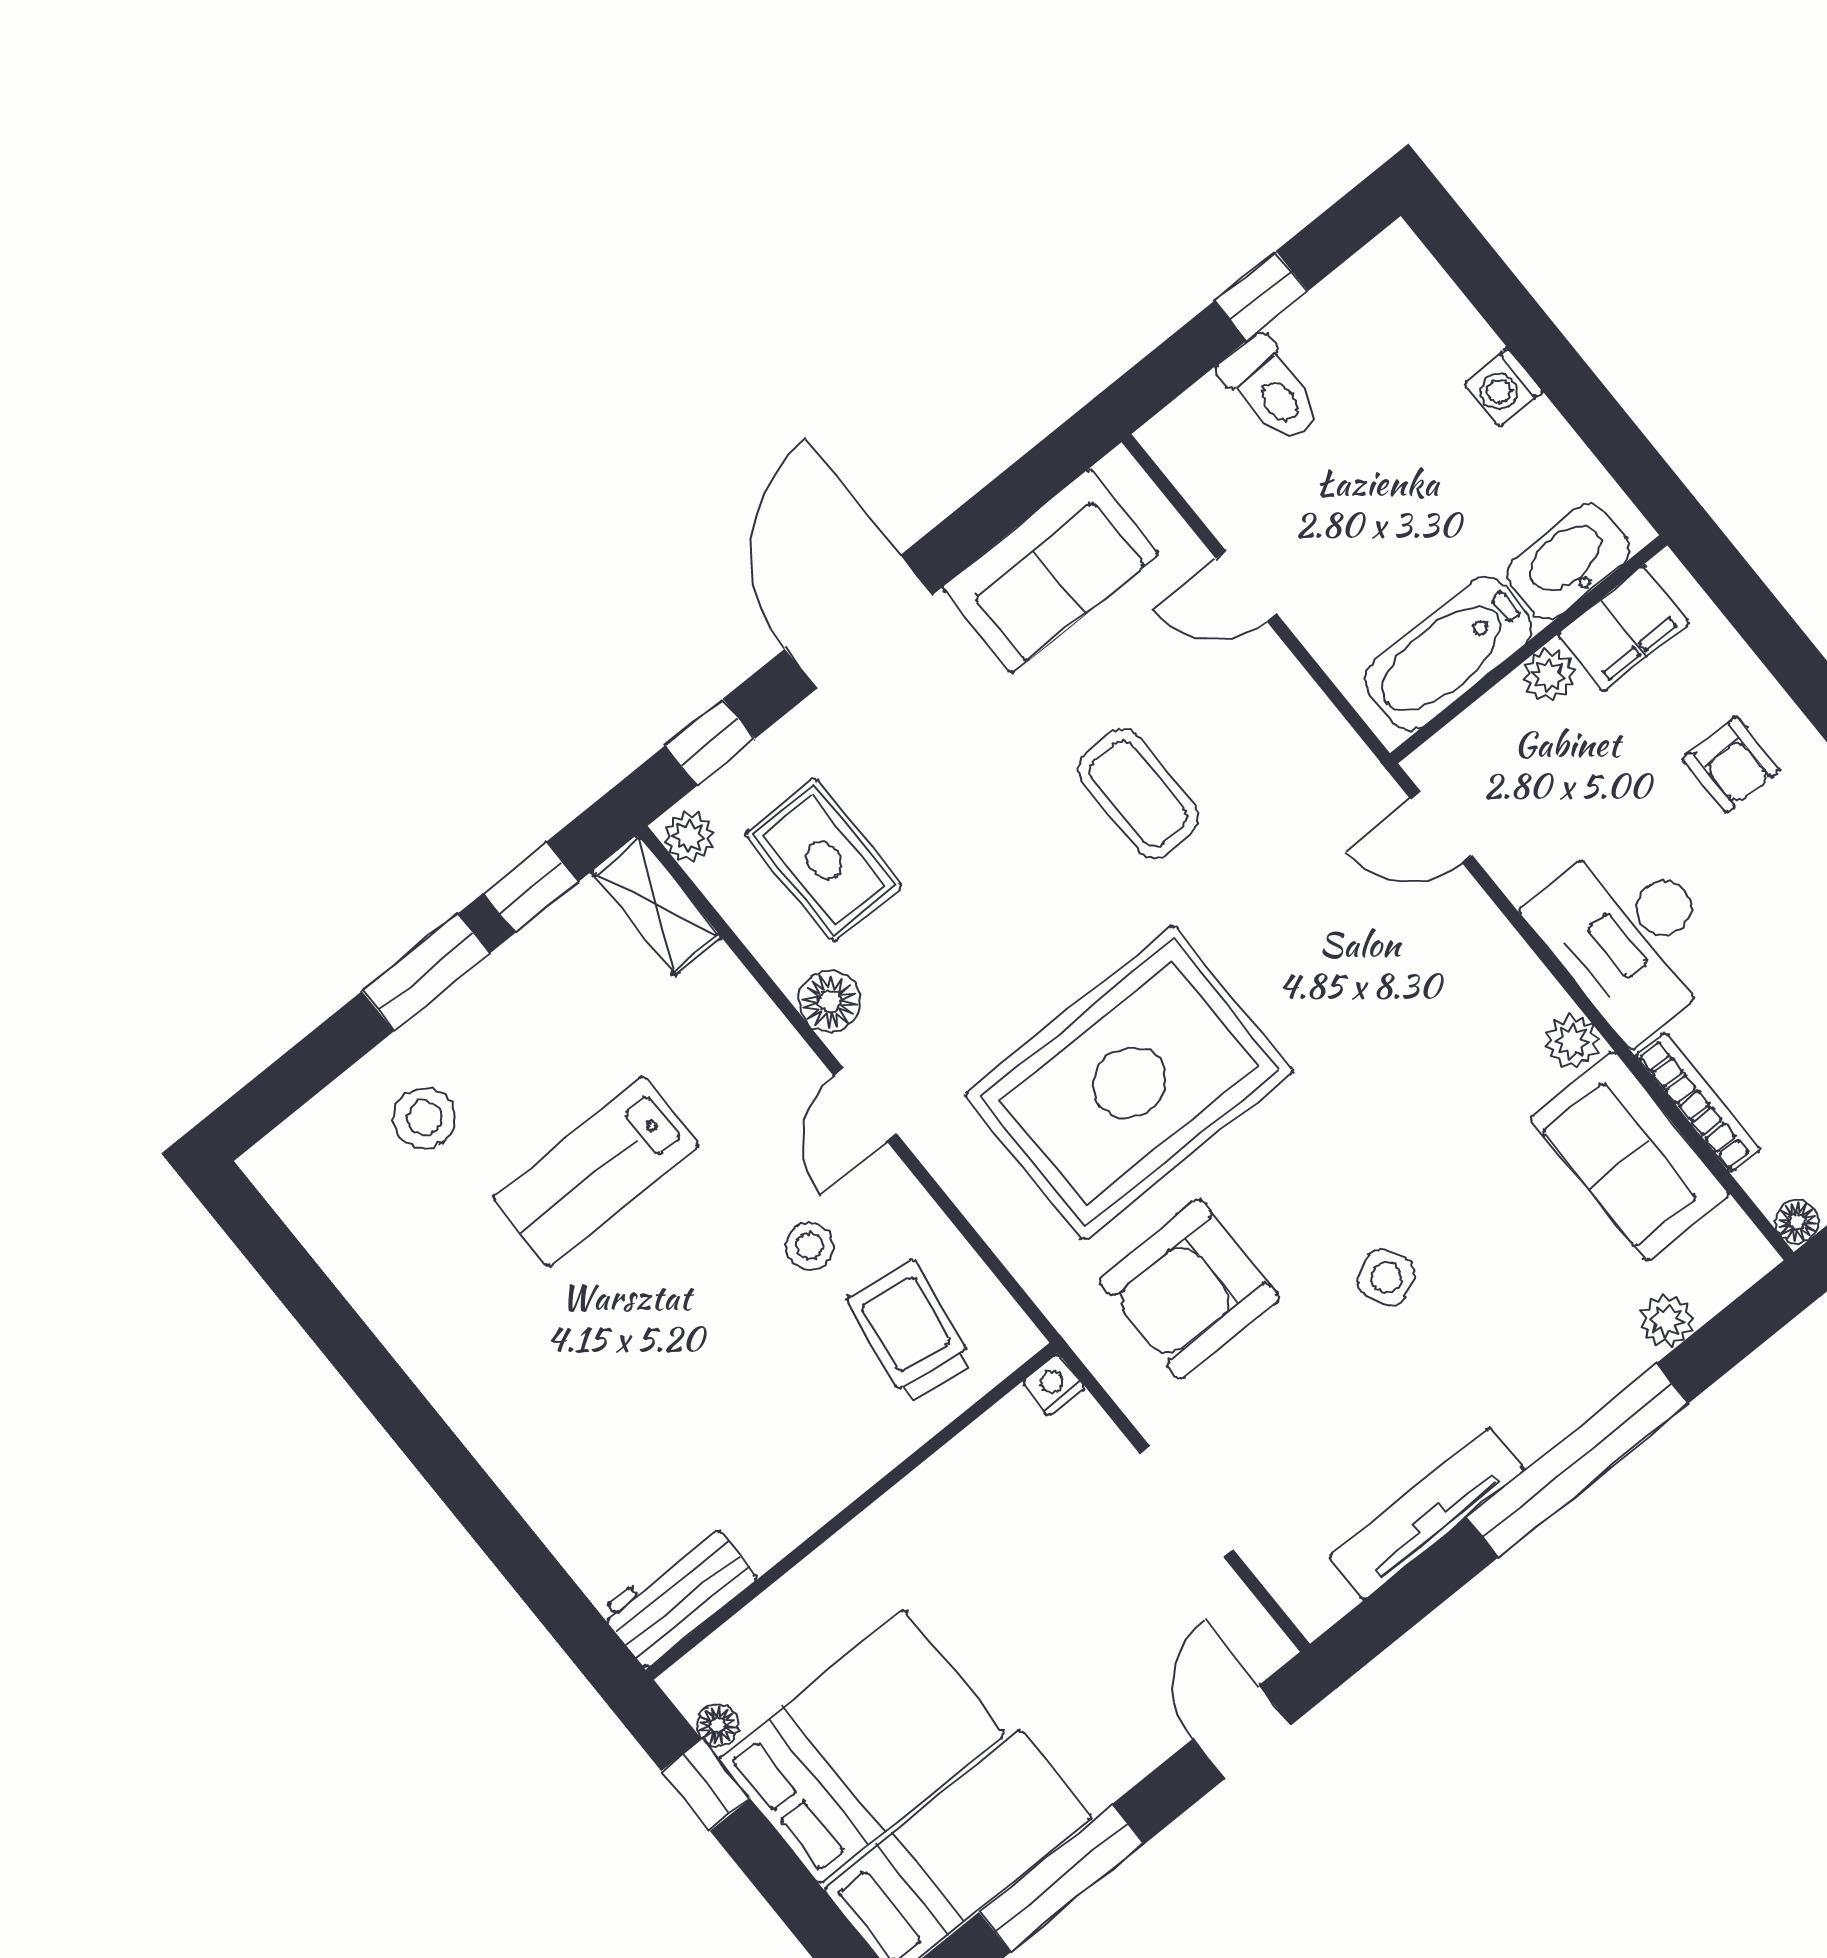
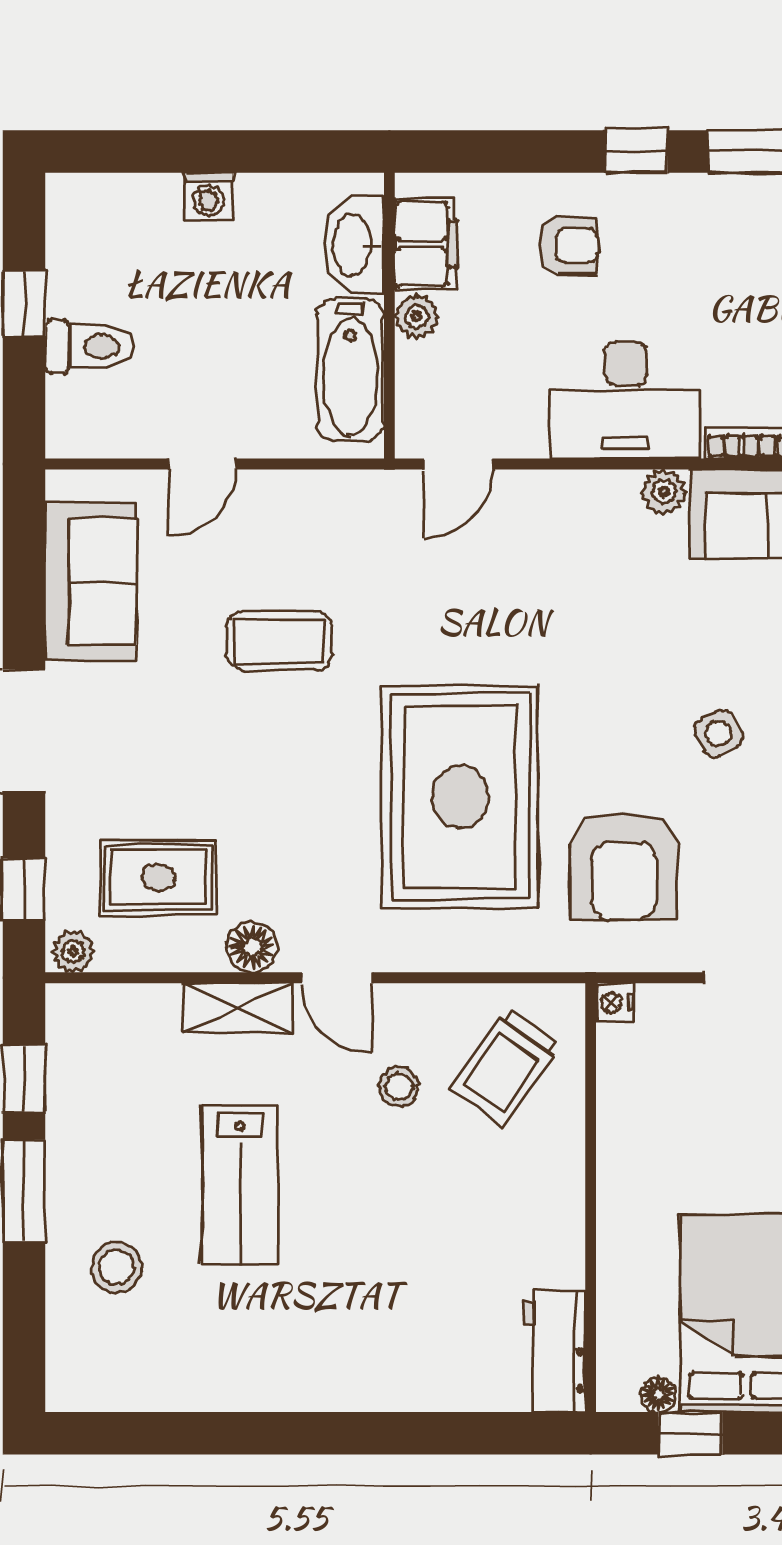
shelving: (656, 905) -> (237, 1008), moved
trolley: (910, 1331) -> (506, 1066), turned -64

